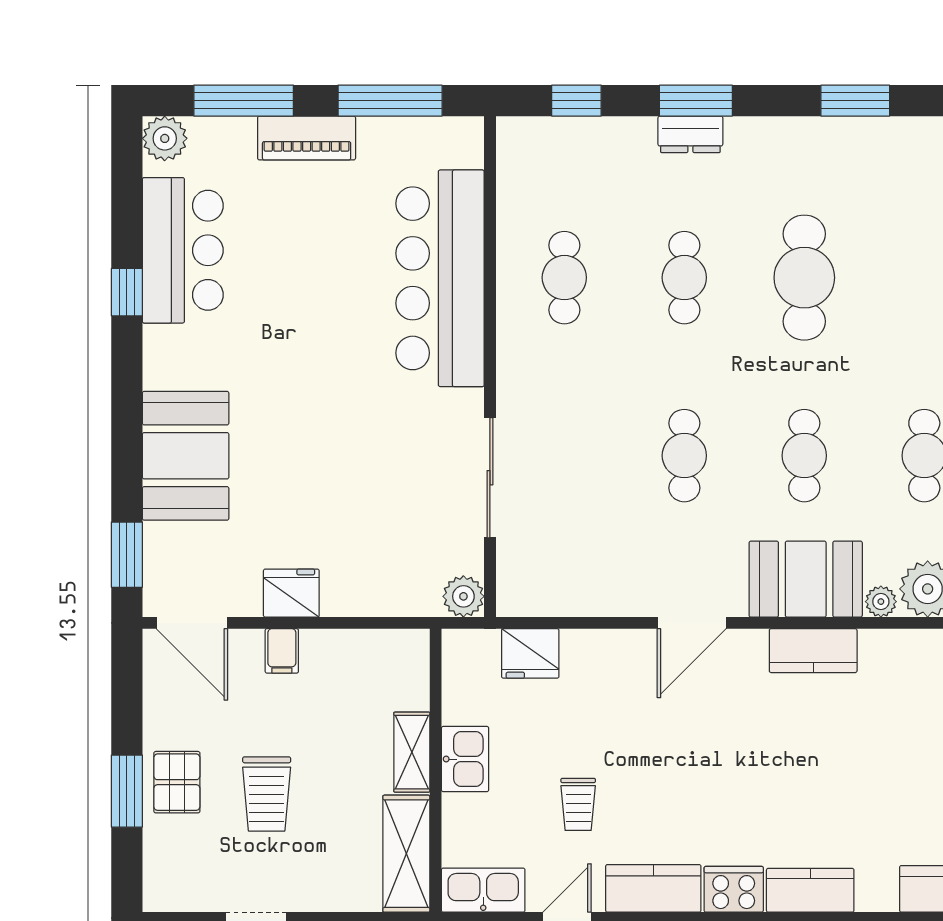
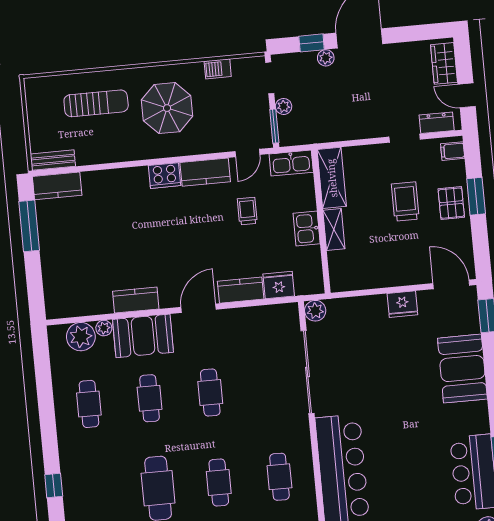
sliding door: (490, 478) -> (307, 372), width x1.36
filing cabinet: (282, 651) -> (453, 151), moved, turned -90
kitchen counter: (810, 890) -> (241, 290), moved, turned 180

